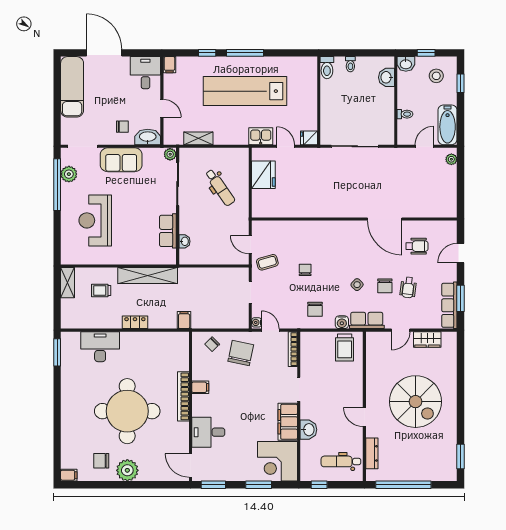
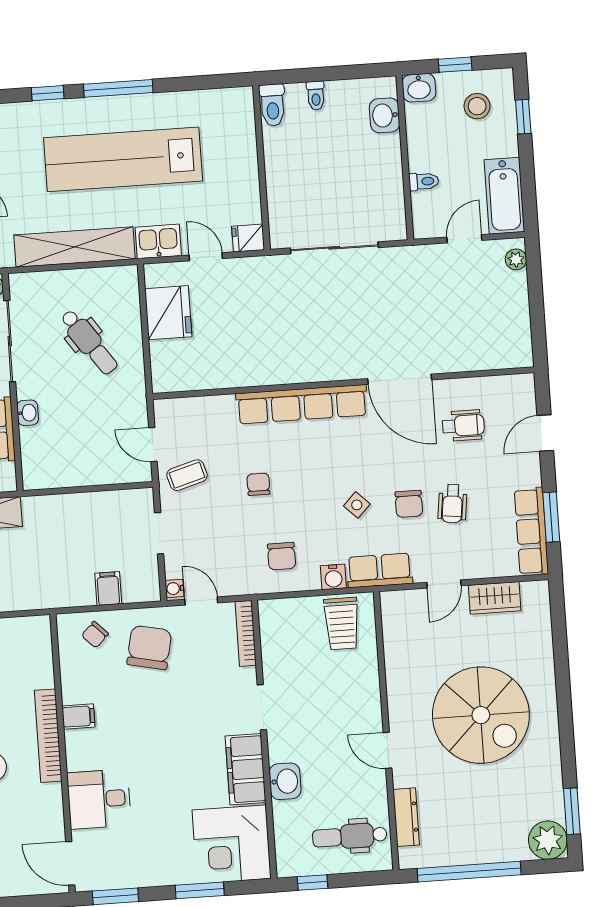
shelving: (198, 138) -> (75, 247), width x2.20, depth x1.33
row of seats: (331, 229) -> (302, 404), added
washbasin: (185, 241) -> (28, 413), moved
filing cabinet: (184, 320) -> (108, 589), moved
plant: (447, 471) -> (548, 840), added

